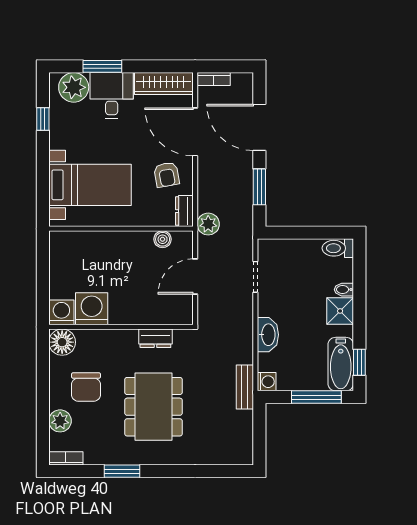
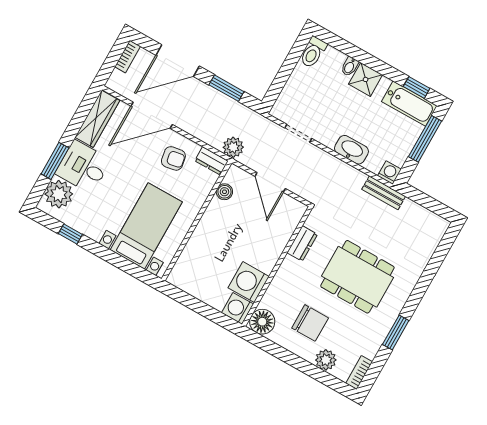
bookcase: (214, 79) -> (128, 57), moved

